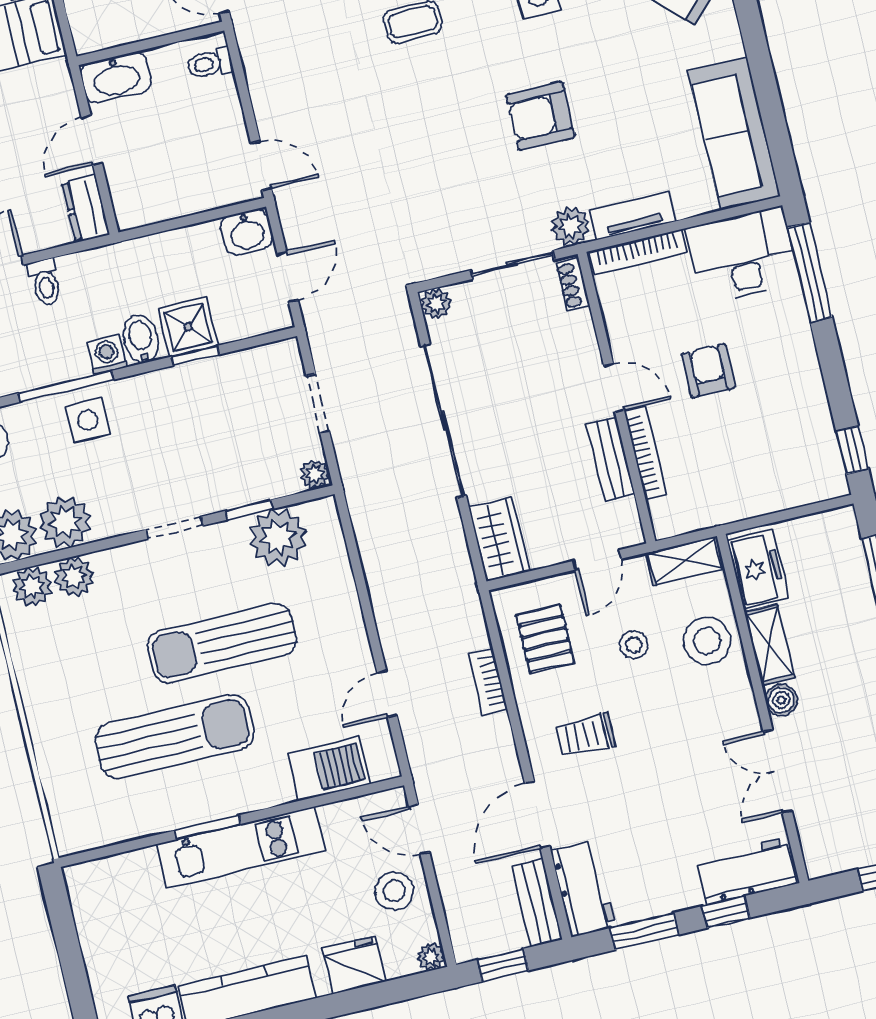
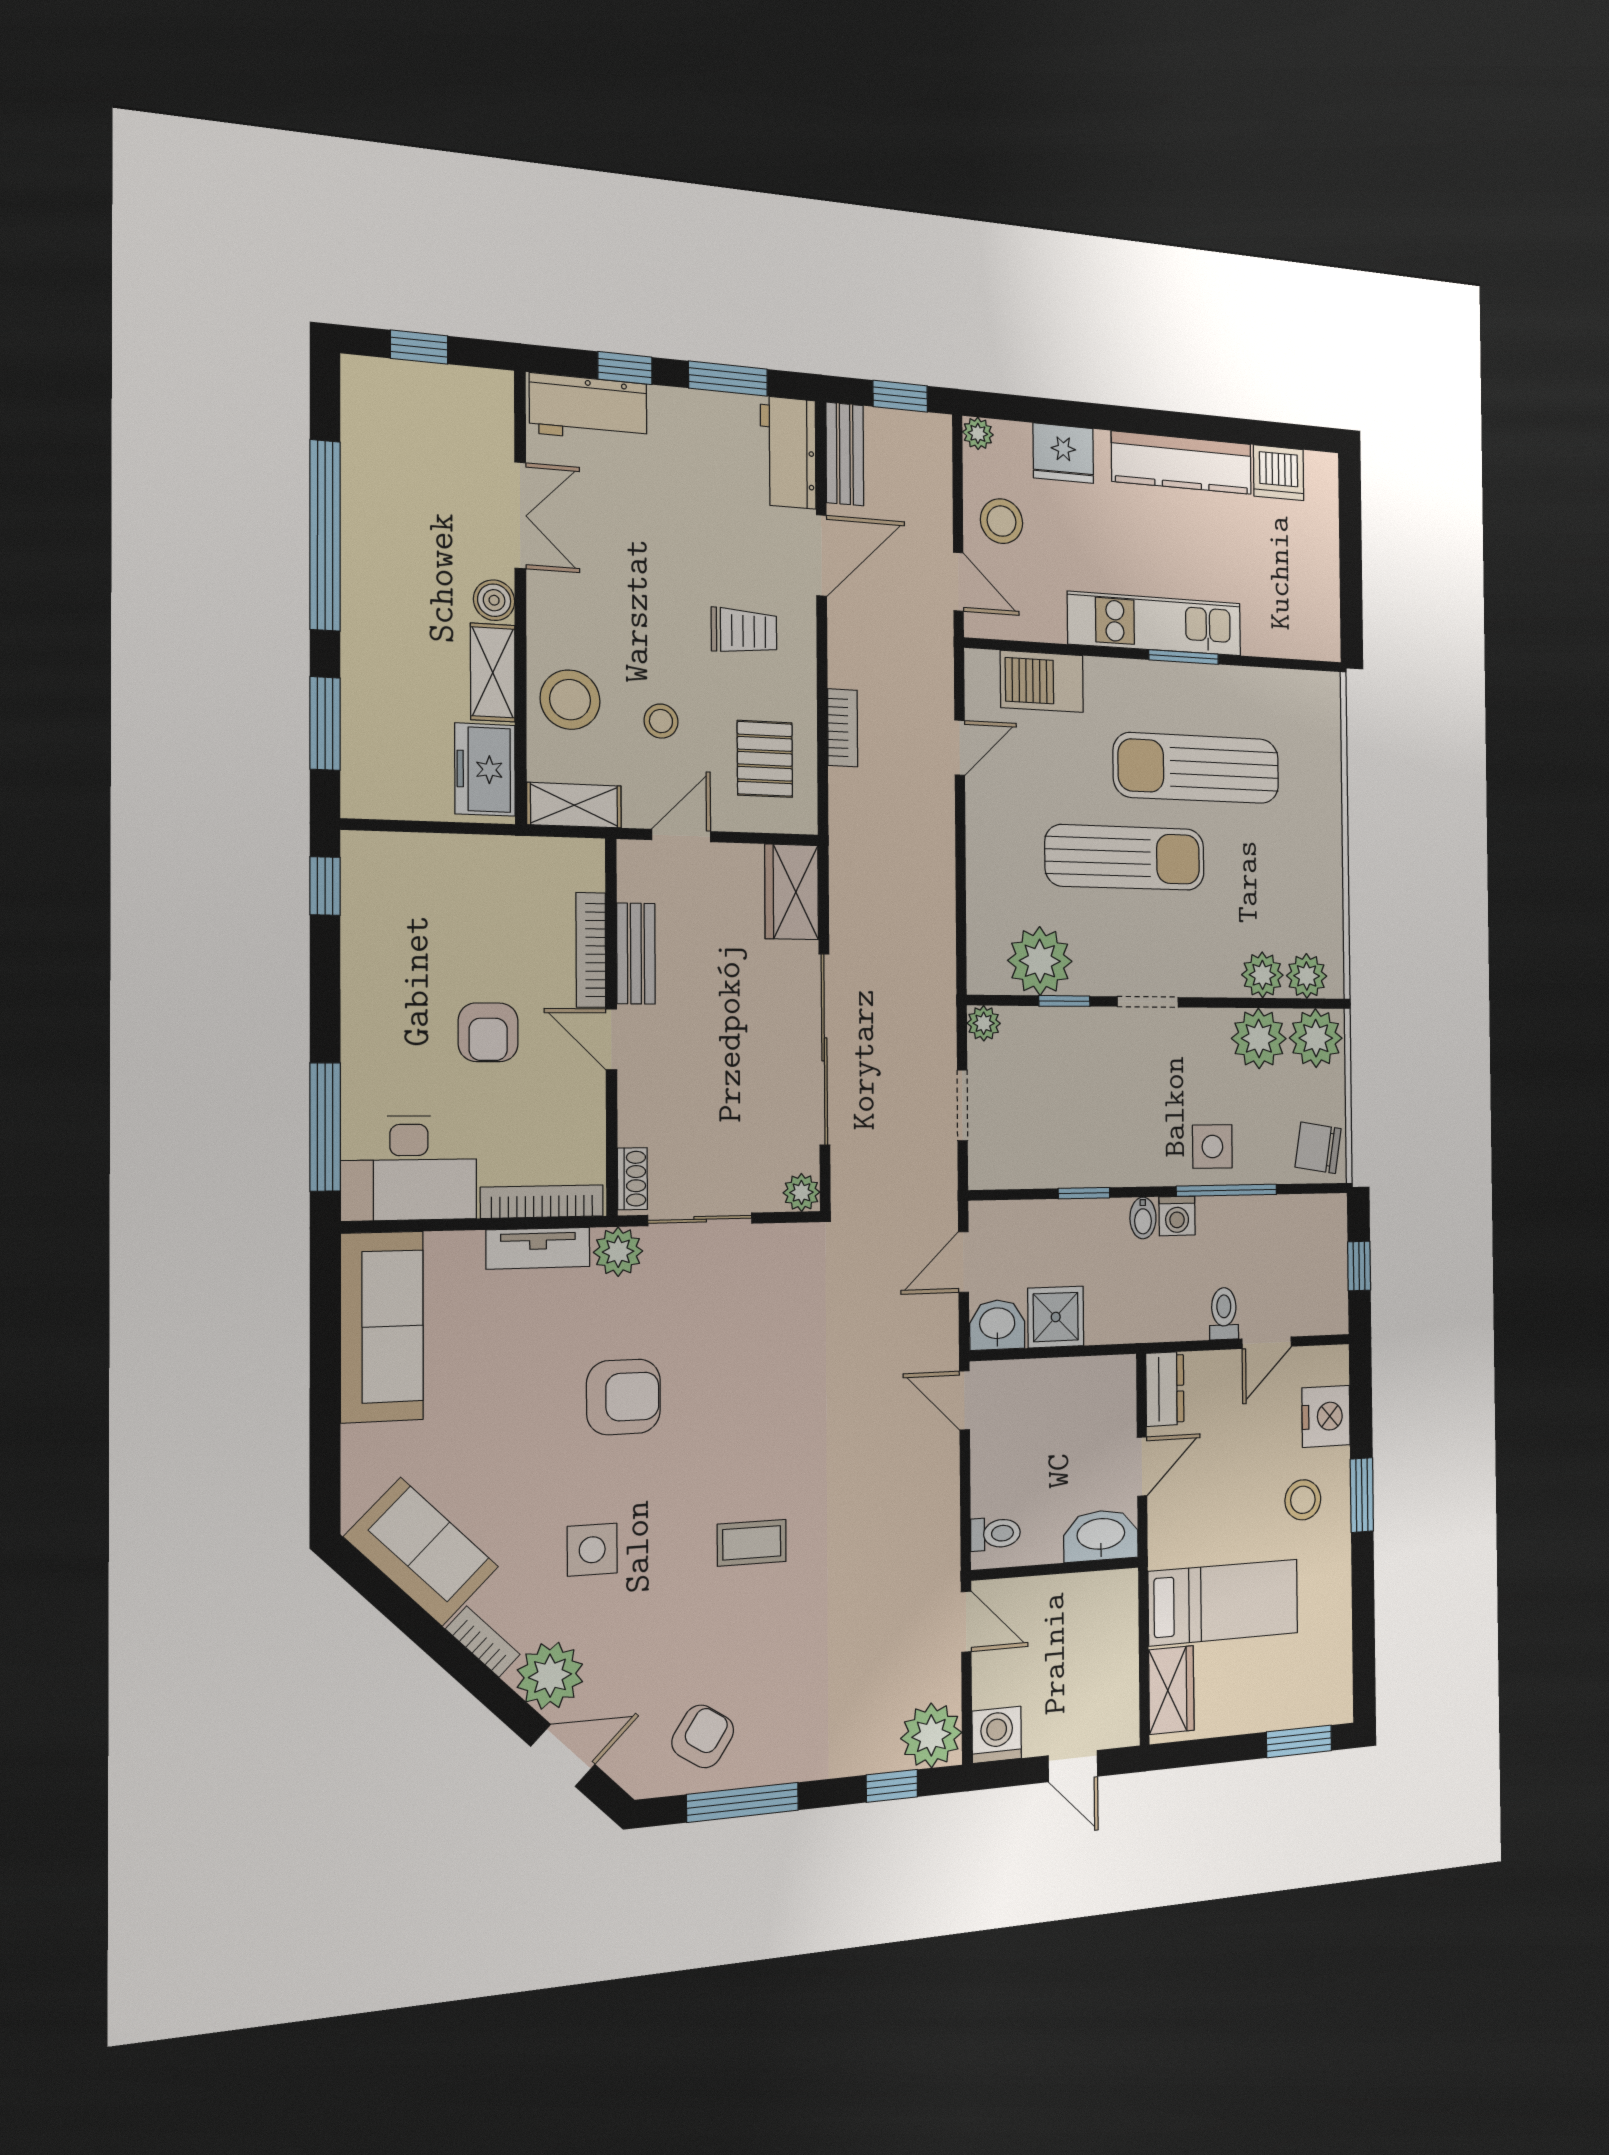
shower: (188, 327) -> (1056, 1317), moved
bidet: (141, 339) -> (1143, 1218), width x0.72, depth x0.74

